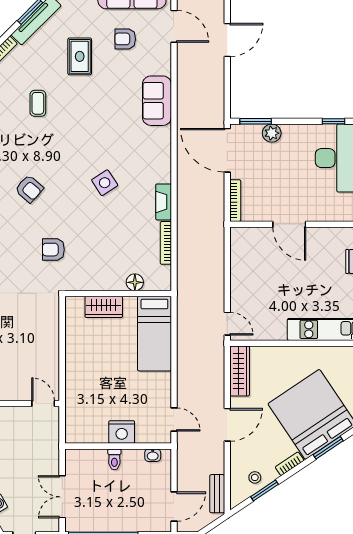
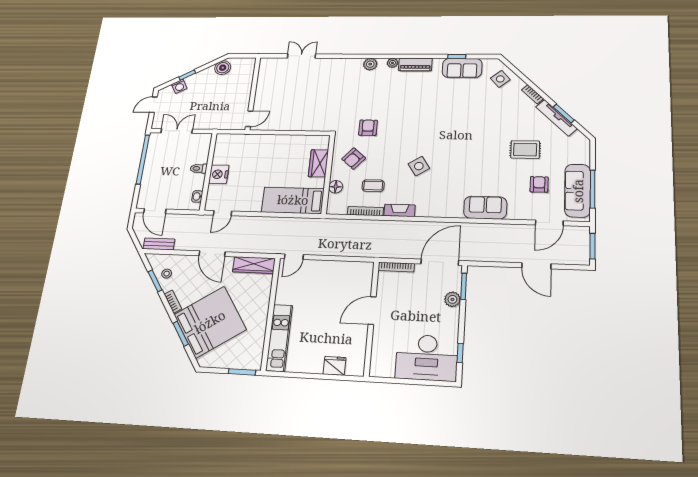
coffee table: (38, 103) -> (373, 186), moved
armchair: (29, 189) -> (354, 159), moved

